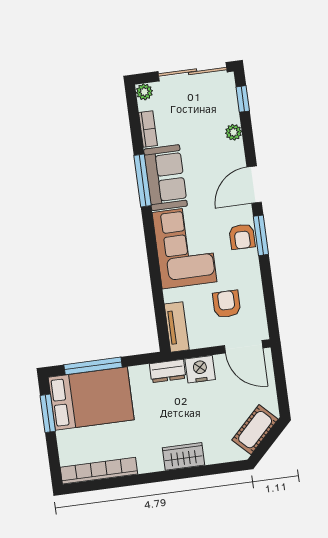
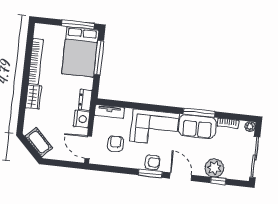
window: (243, 99) -> (218, 181), moved
plant: (234, 132) -> (214, 168), width x1.88, depth x1.88
armchair: (242, 237) -> (152, 162), turned 180
armchair: (227, 304) -> (115, 144), turned -90
door: (244, 347) -> (88, 147), hinge flipped
window: (48, 413) -> (78, 25), width x1.44
bookcase: (99, 471) -> (36, 62), moved

